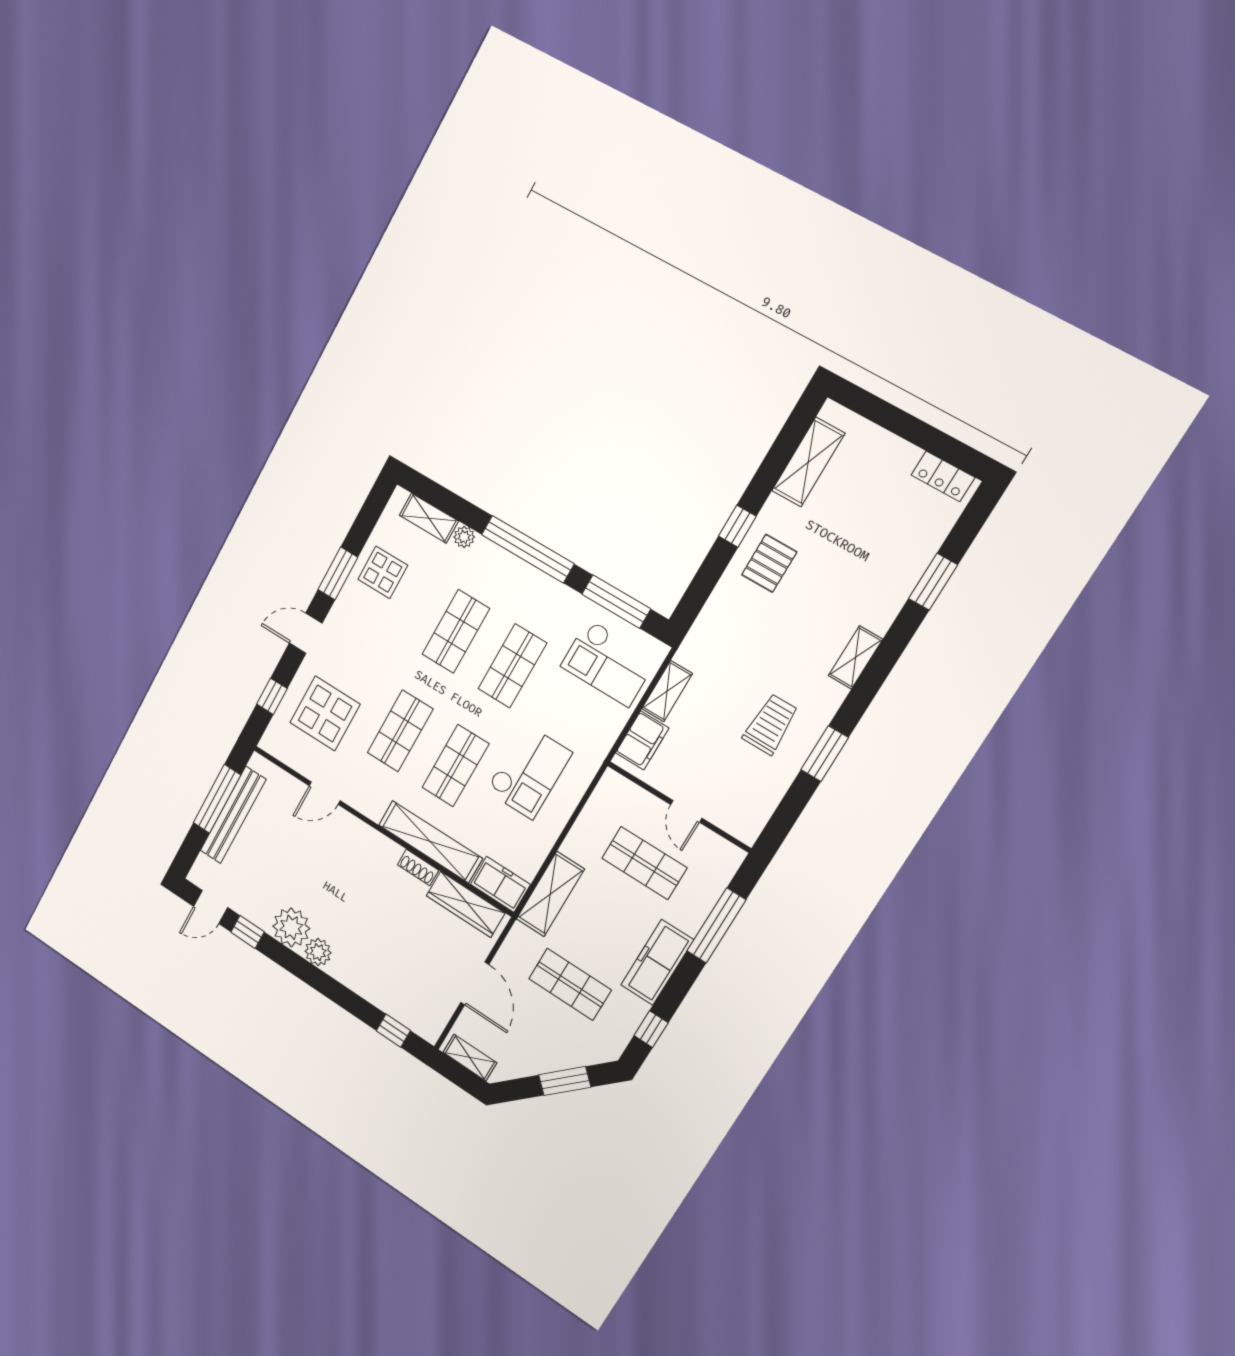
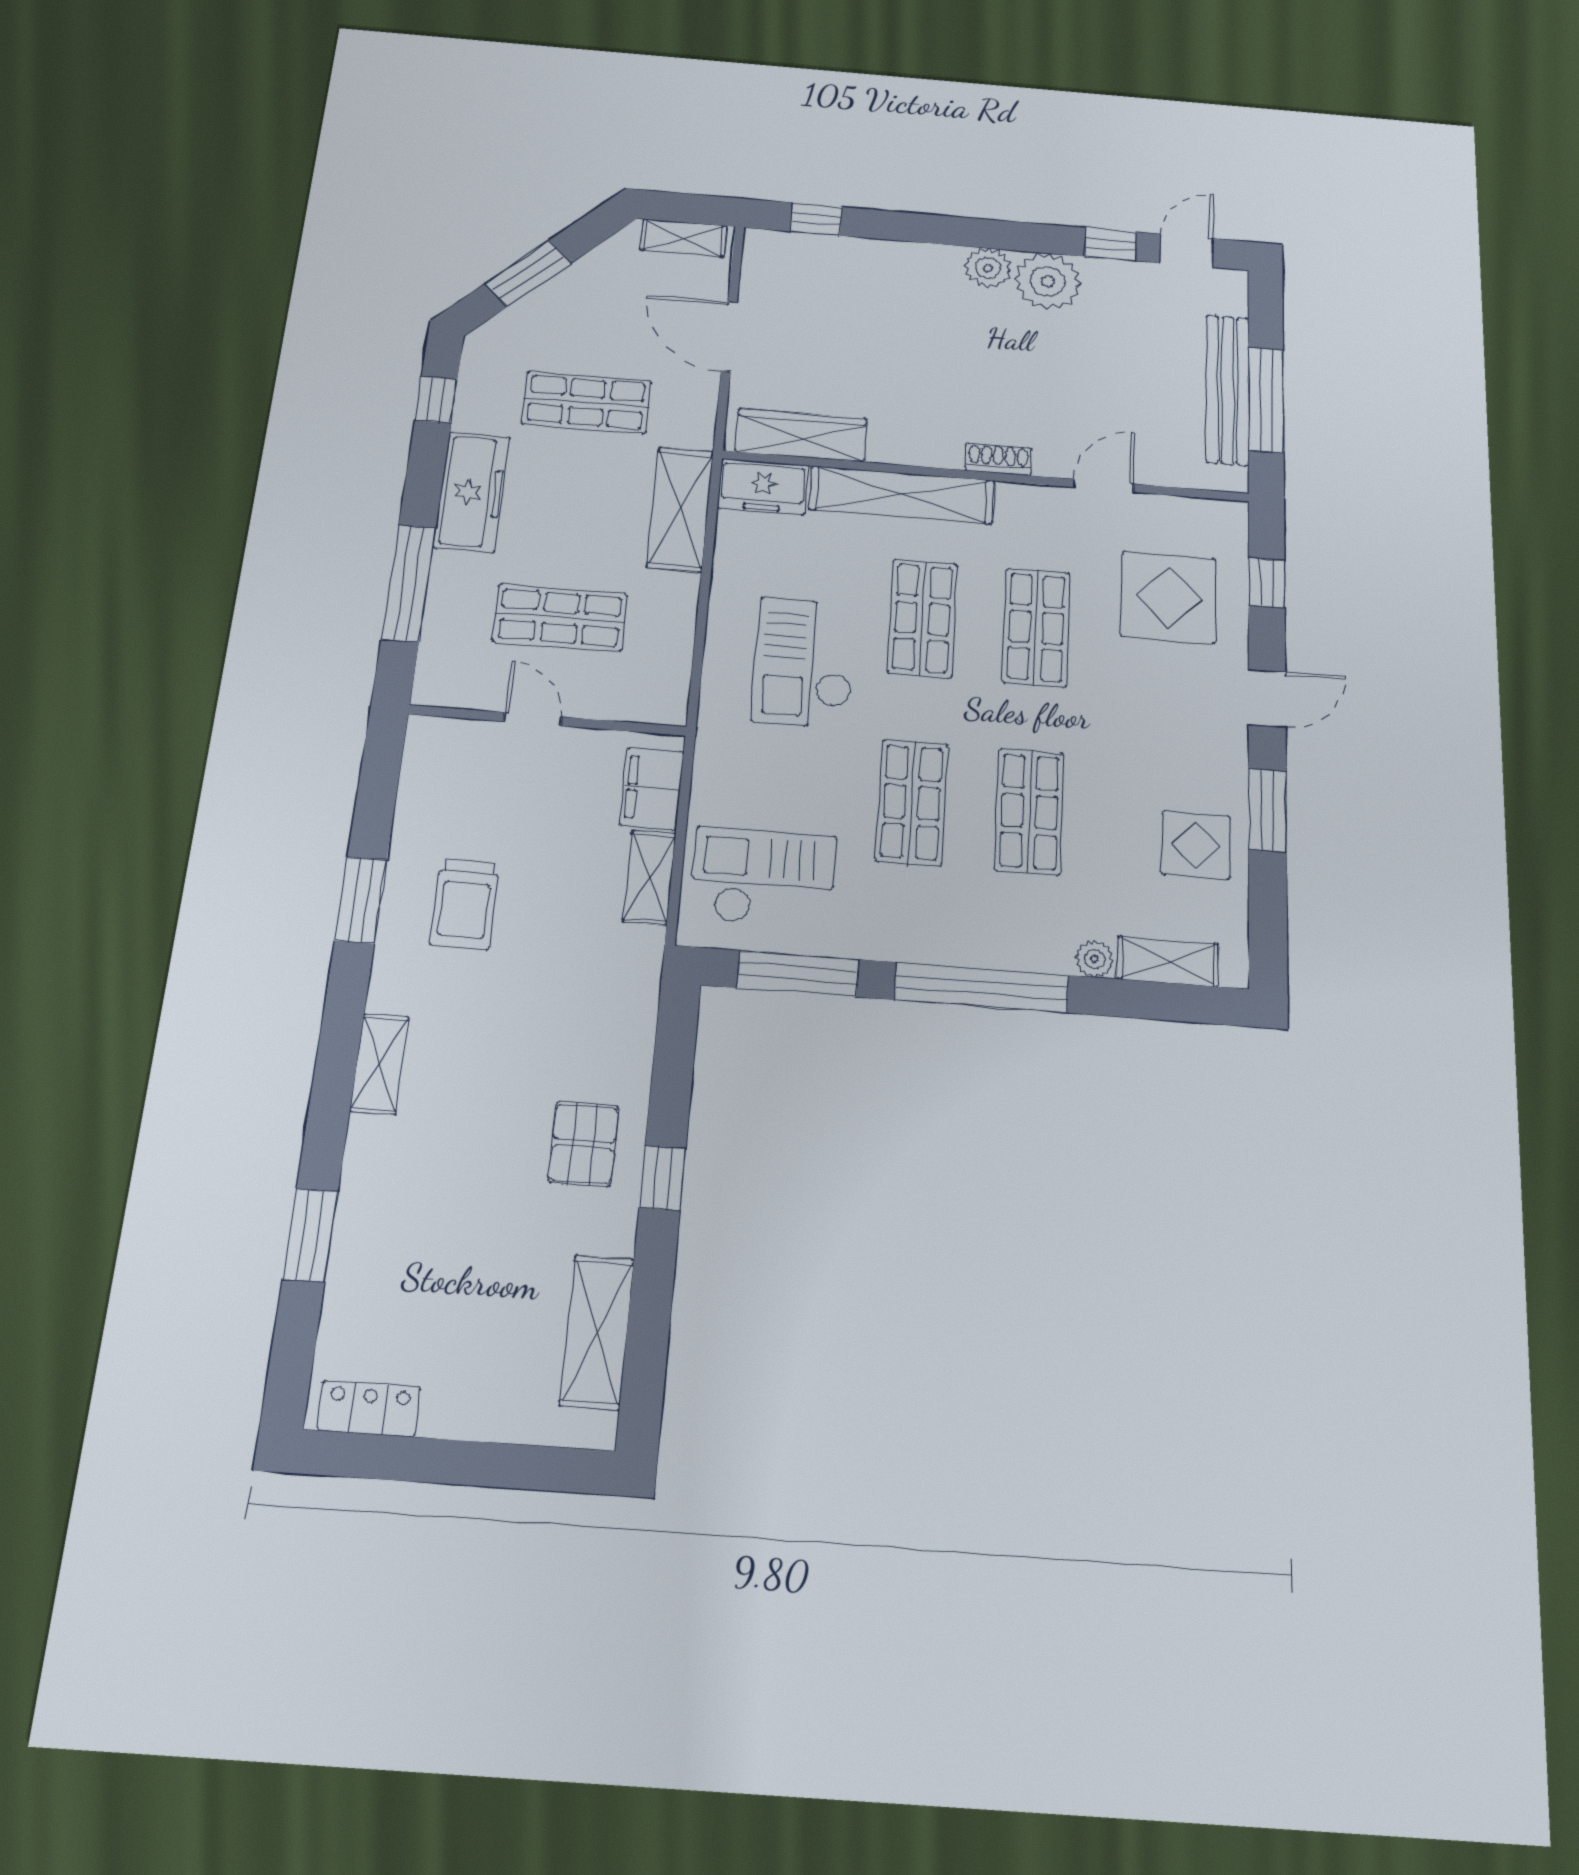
shoe rack: (418, 867) -> (998, 459), moved

